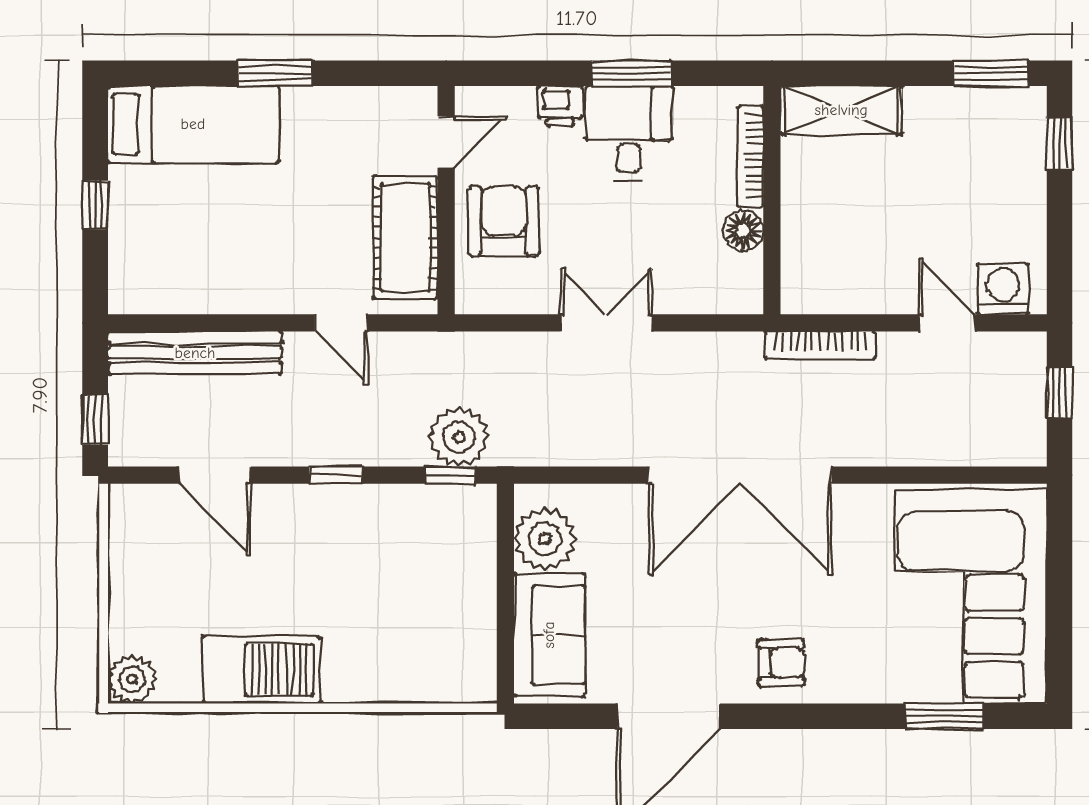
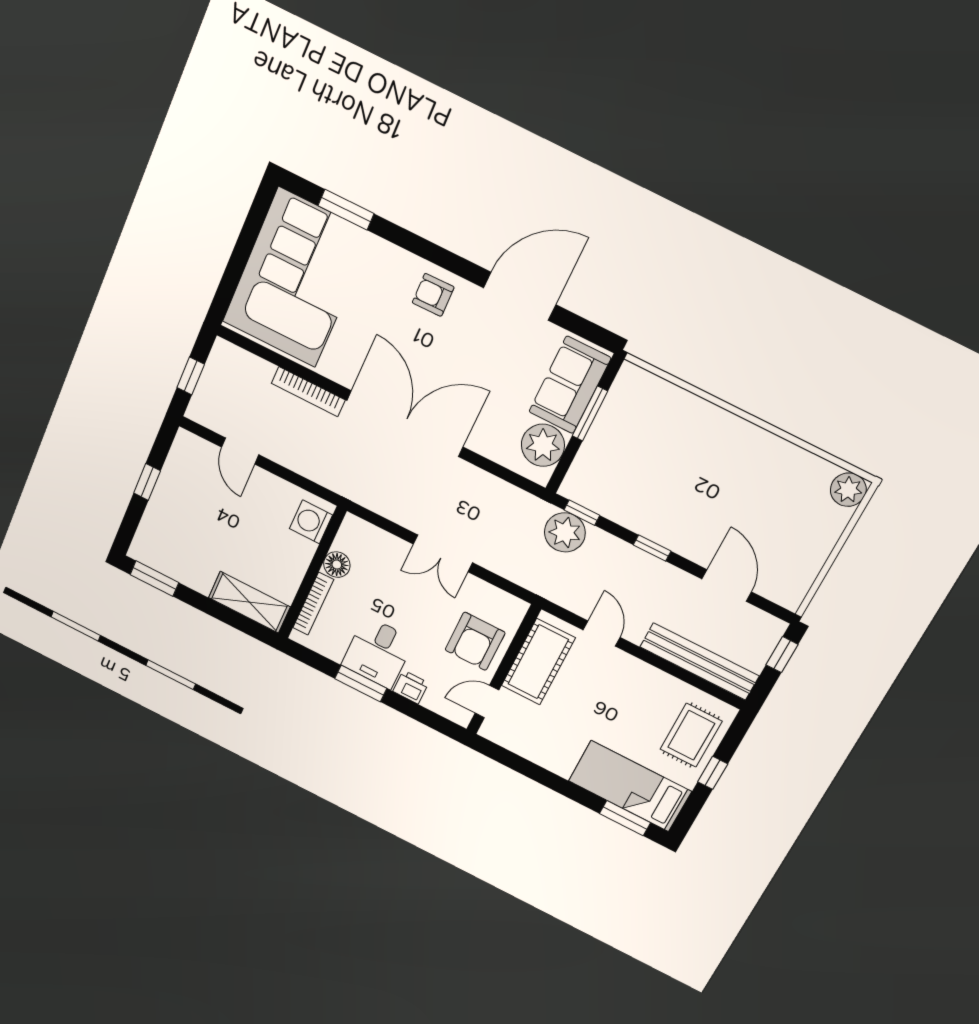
window: (275, 73) -> (625, 818), moved
window: (1059, 143) -> (147, 482), moved
rug: (151, 243) -> (691, 735), added
washing machine: (1003, 289) -> (311, 522), moved, turned 90
bookcase: (820, 345) -> (308, 392), moved, turned 180
window: (505, 611) -> (590, 414), added
barbecue: (262, 670) -> (763, 454), removed

